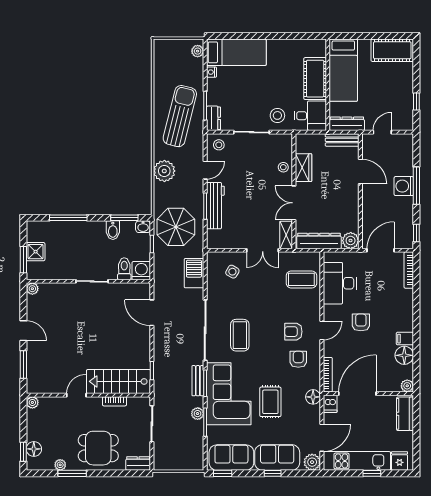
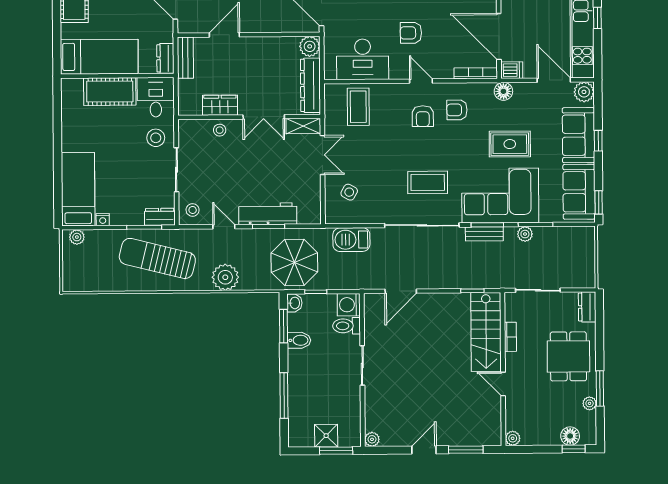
dresser: (347, 124) -> (165, 58), width x0.70

